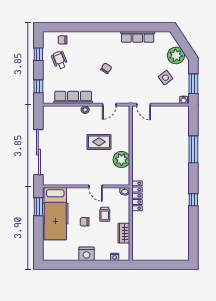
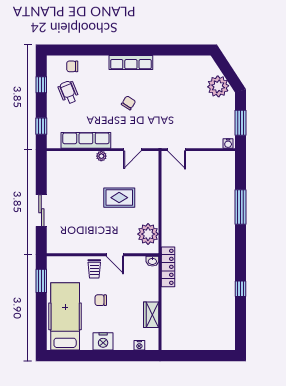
row of seats: (138, 37) -> (131, 63), moved
side table: (165, 78) -> (205, 115), removed
sliding door: (38, 152) -> (41, 211), width x0.54
plant: (121, 160) -> (148, 234), moved
window: (193, 200) -> (241, 289), moved
hospital bed: (55, 214) -> (65, 316), moved, turned 180
trolley: (105, 214) -> (94, 269), moved

